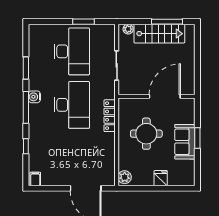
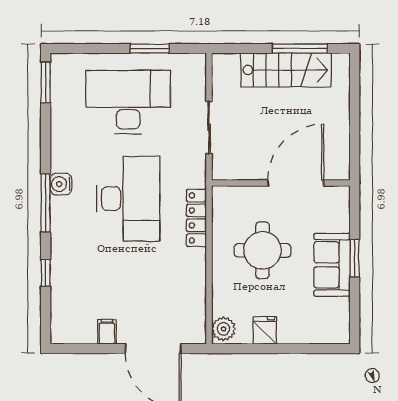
plant: (128, 29) -> (230, 62), removed
desk: (72, 51) -> (128, 102), turned -90
window: (26, 68) -> (46, 82), moved
fridge: (161, 178) -> (265, 330), moved
filing cabinet: (35, 179) -> (107, 332), moved

